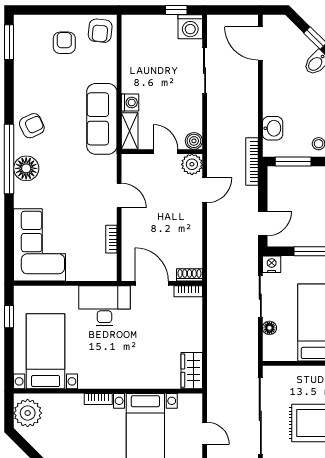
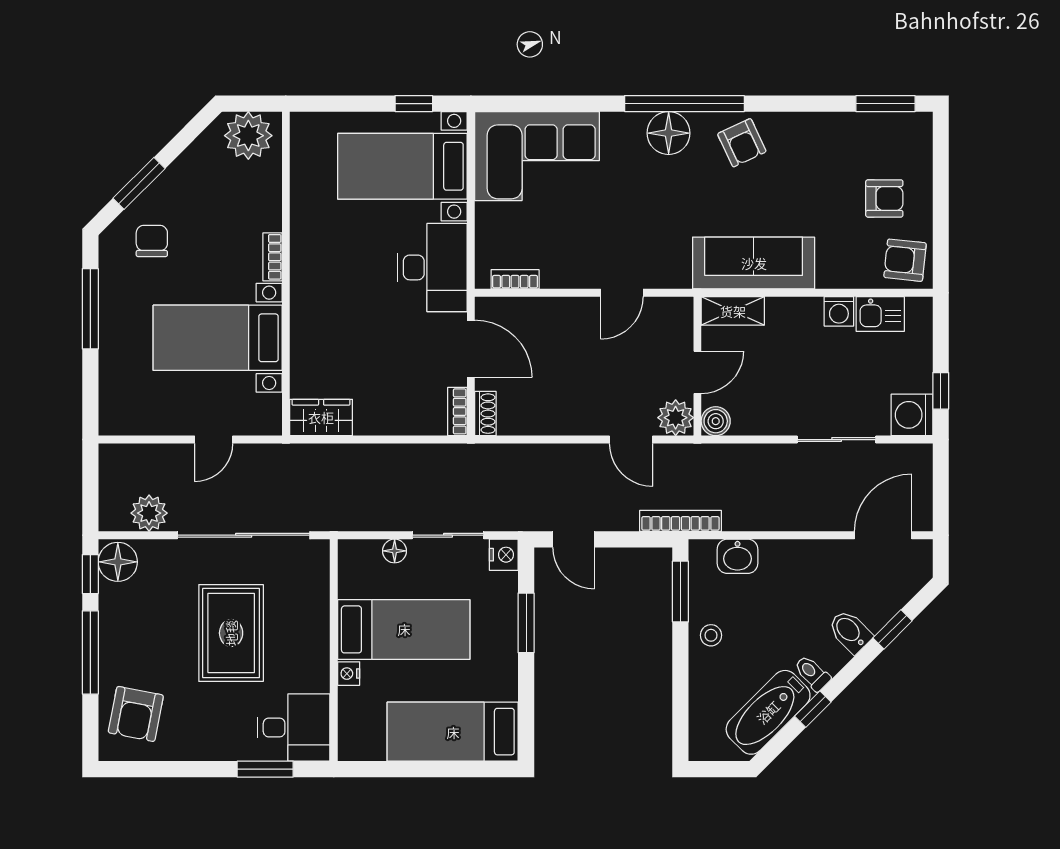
kitchen sink: (132, 45) -> (880, 314), added
washing machine: (130, 103) -> (839, 311), moved
bookcase: (111, 239) -> (515, 279), moved
door: (152, 283) -> (471, 349), hinge flipped
bed with nightstands: (46, 351) -> (402, 166), moved, turned 180

